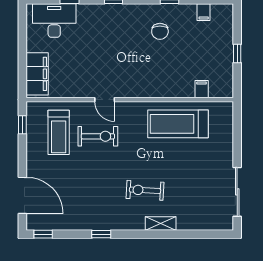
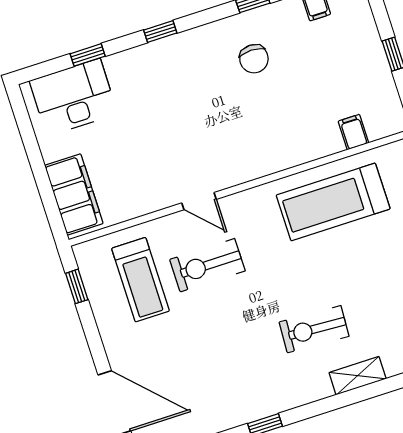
exercise bike: (98, 136) -> (207, 265), turned 180

